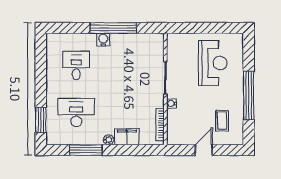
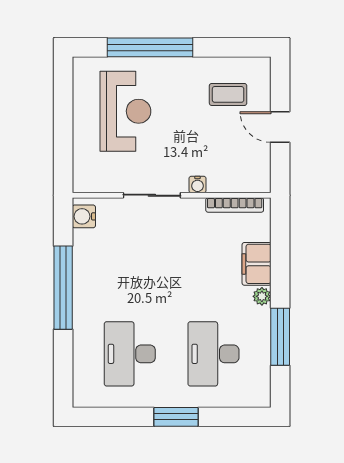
water cooler: (103, 40) -> (84, 216), moved
reception desk: (213, 63) -> (125, 111), turned 90
desk: (76, 65) -> (130, 354), width x1.37
window: (249, 95) -> (150, 47), moved
window: (41, 120) -> (176, 417), moved

